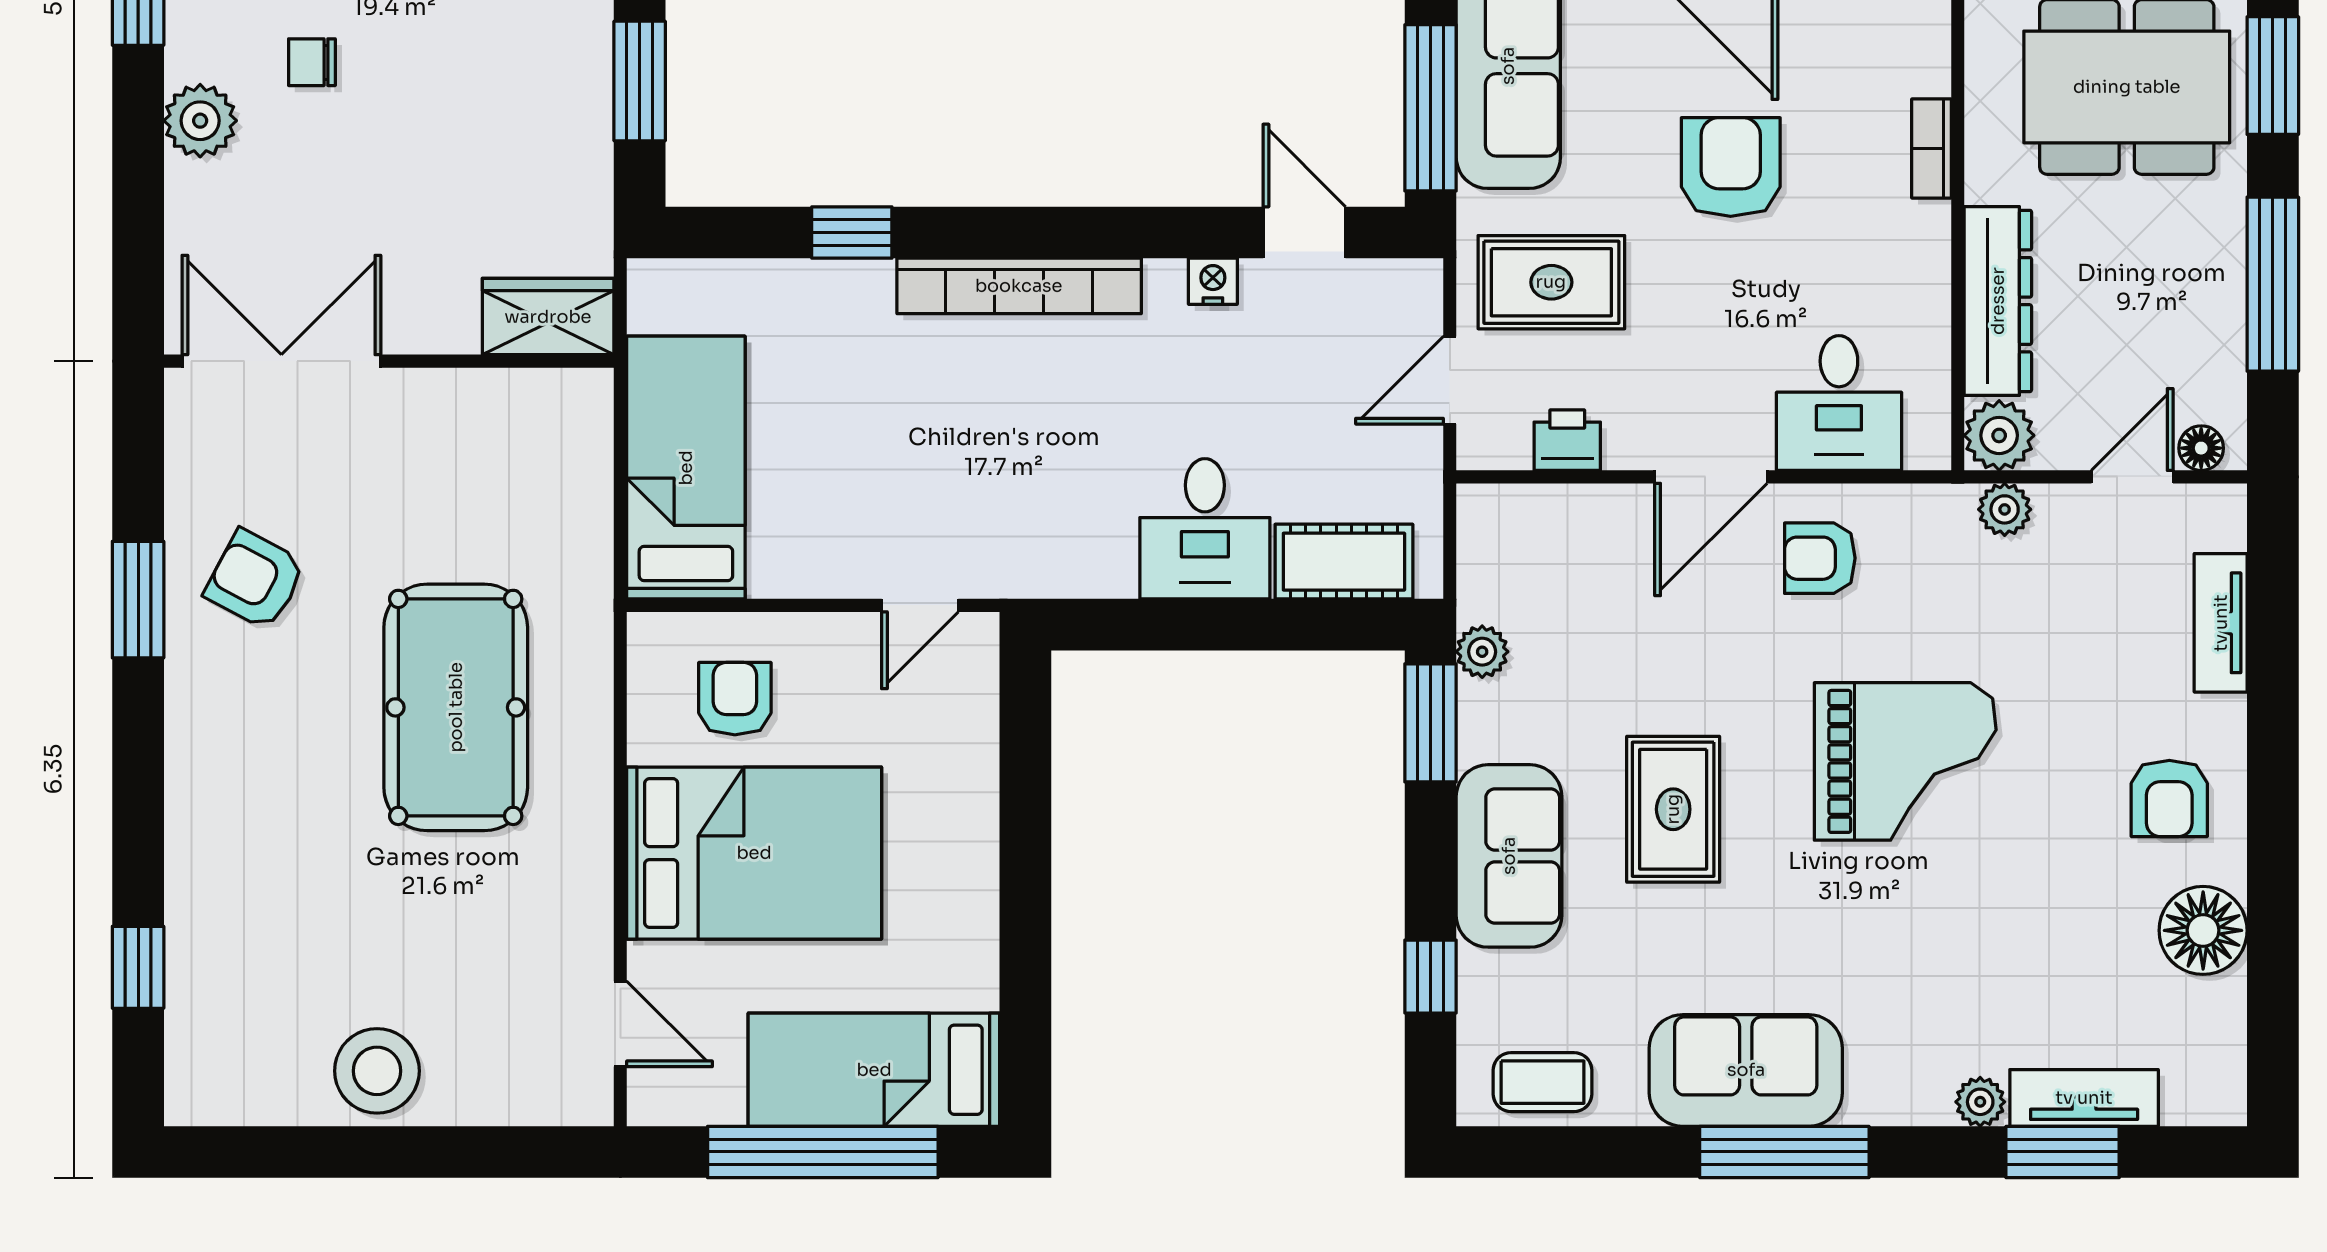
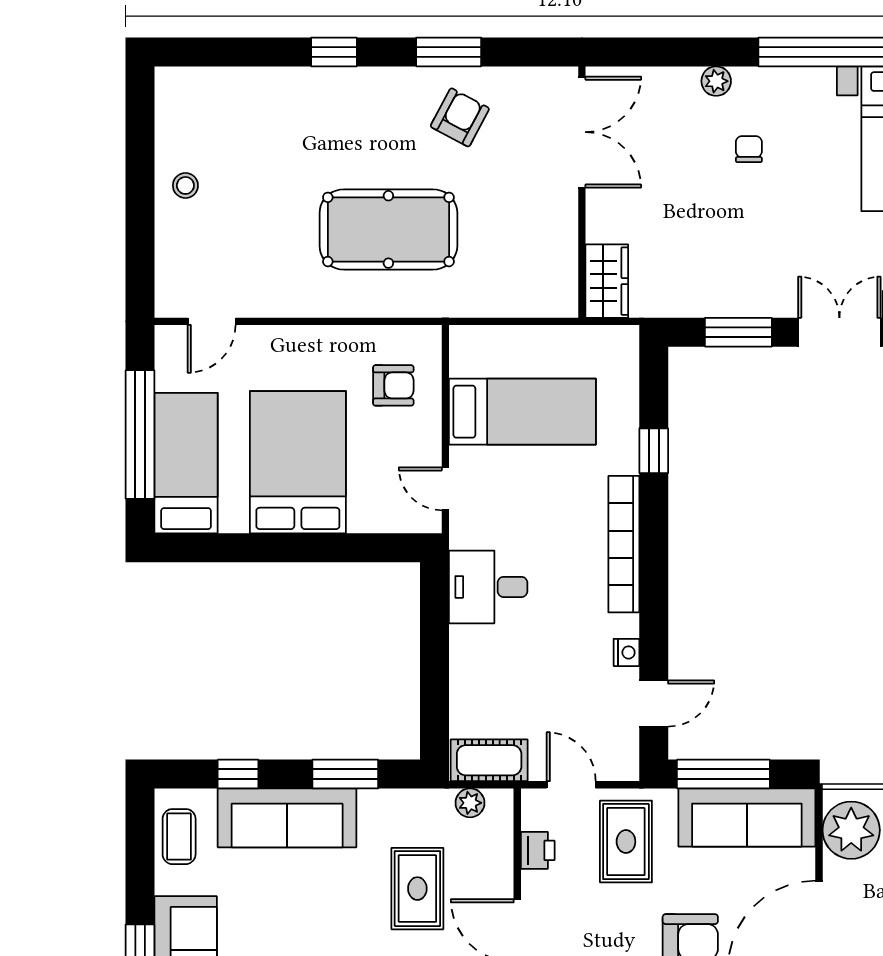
plant: (200, 121) -> (716, 81), width x0.73, depth x0.73
bed: (686, 468) -> (522, 412), moved
desk: (1205, 529) -> (488, 587), moved
cot: (1344, 562) -> (489, 760), moved, turned 90
plant: (1482, 652) -> (470, 803), moved
window: (1431, 723) -> (345, 774), moved
rug: (1673, 809) -> (417, 889), moved, turned 90
bed: (754, 853) -> (298, 462), moved, turned 180
sofa: (1509, 856) -> (287, 818), width x1.36
window: (138, 967) -> (334, 52), moved
stool: (377, 1071) -> (185, 185), width x0.53, depth x0.53

